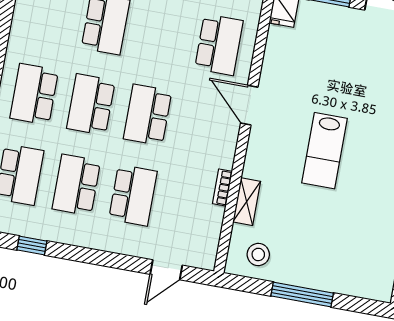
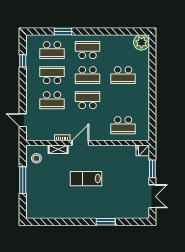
school desk: (91, 105) -> (88, 75), turned 180
door: (249, 105) -> (80, 143), moved

